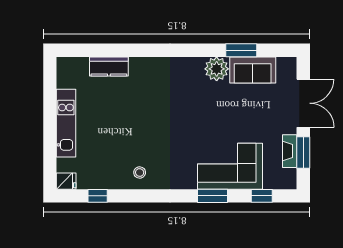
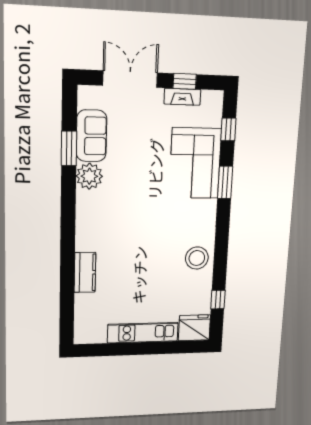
kitchen counter: (109, 66) -> (85, 272), moved
window: (303, 152) -> (185, 81), width x0.67
stool: (140, 173) -> (197, 258), width x1.89, depth x1.89
fridge: (66, 181) -> (194, 328), width x1.88, depth x1.34

